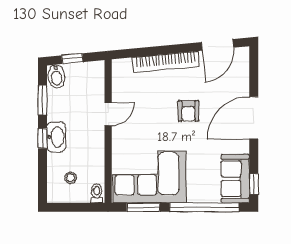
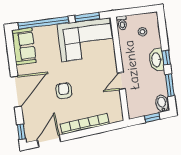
window: (254, 184) -> (21, 132), moved

